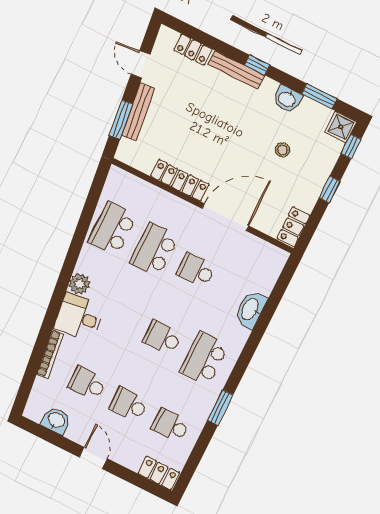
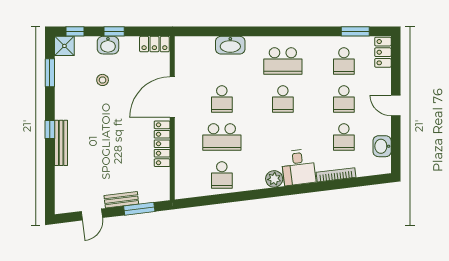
locker: (193, 50) -> (62, 182), removed
washbasin: (287, 99) -> (108, 45), moved, turned 90
bench: (138, 112) -> (121, 200), width x0.73
door: (225, 217) -> (172, 97), hinge flipped
school desk: (113, 229) -> (222, 175), width x0.54
window: (220, 407) -> (355, 31), moved
door: (93, 458) -> (396, 105), hinge flipped

